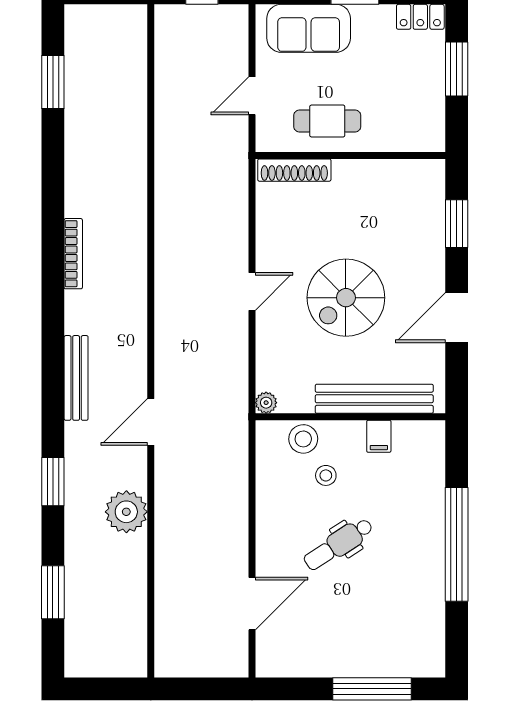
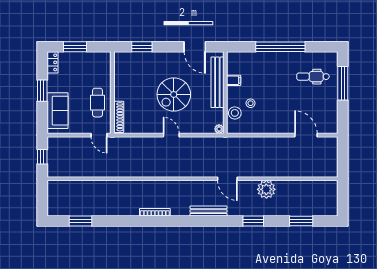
door: (252, 96) -> (99, 135), moved
spiral stairs: (346, 298) -> (174, 94), turned 90
door: (457, 318) -> (195, 47), moved
dental chair: (338, 544) -> (313, 77), moved, turned 123

